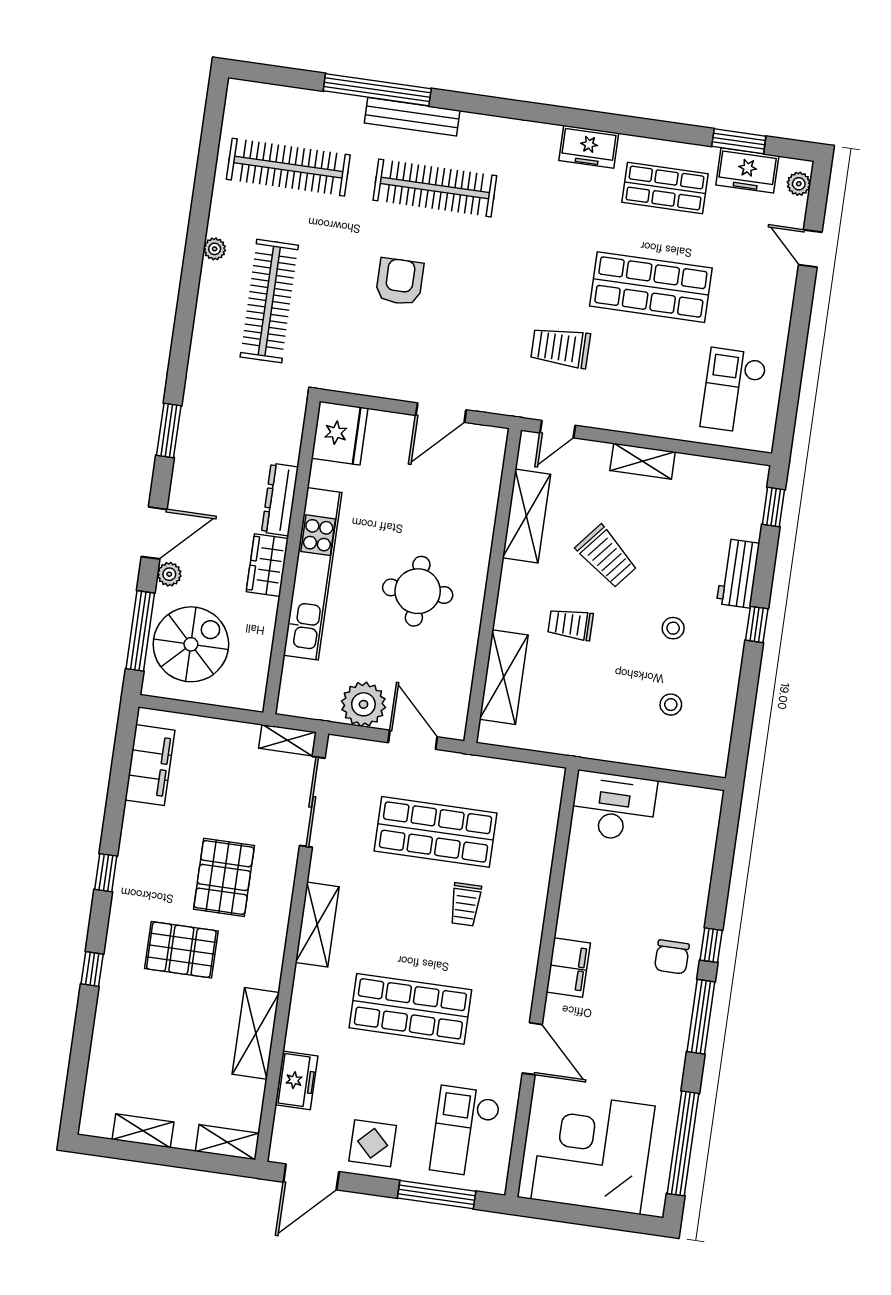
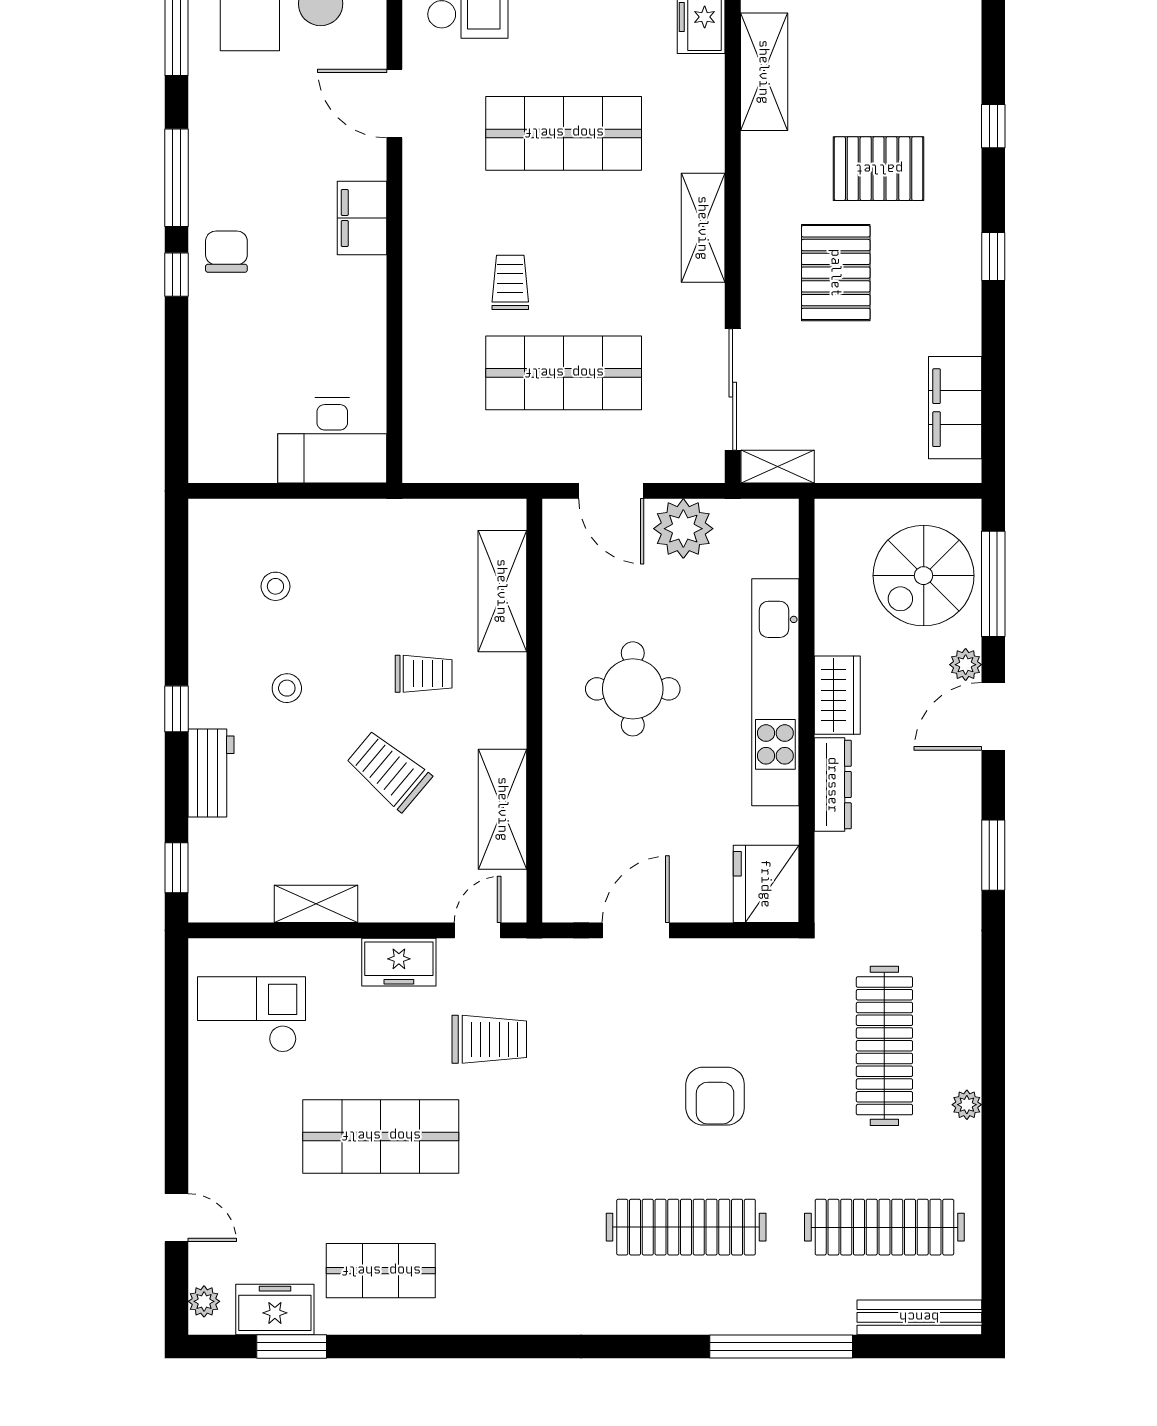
bench: (412, 117) -> (919, 1317), moved
freezer: (589, 147) -> (399, 962), moved, turned 180
checkout: (734, 391) -> (251, 1015), turned -90
shelving: (643, 461) -> (316, 904), moved

